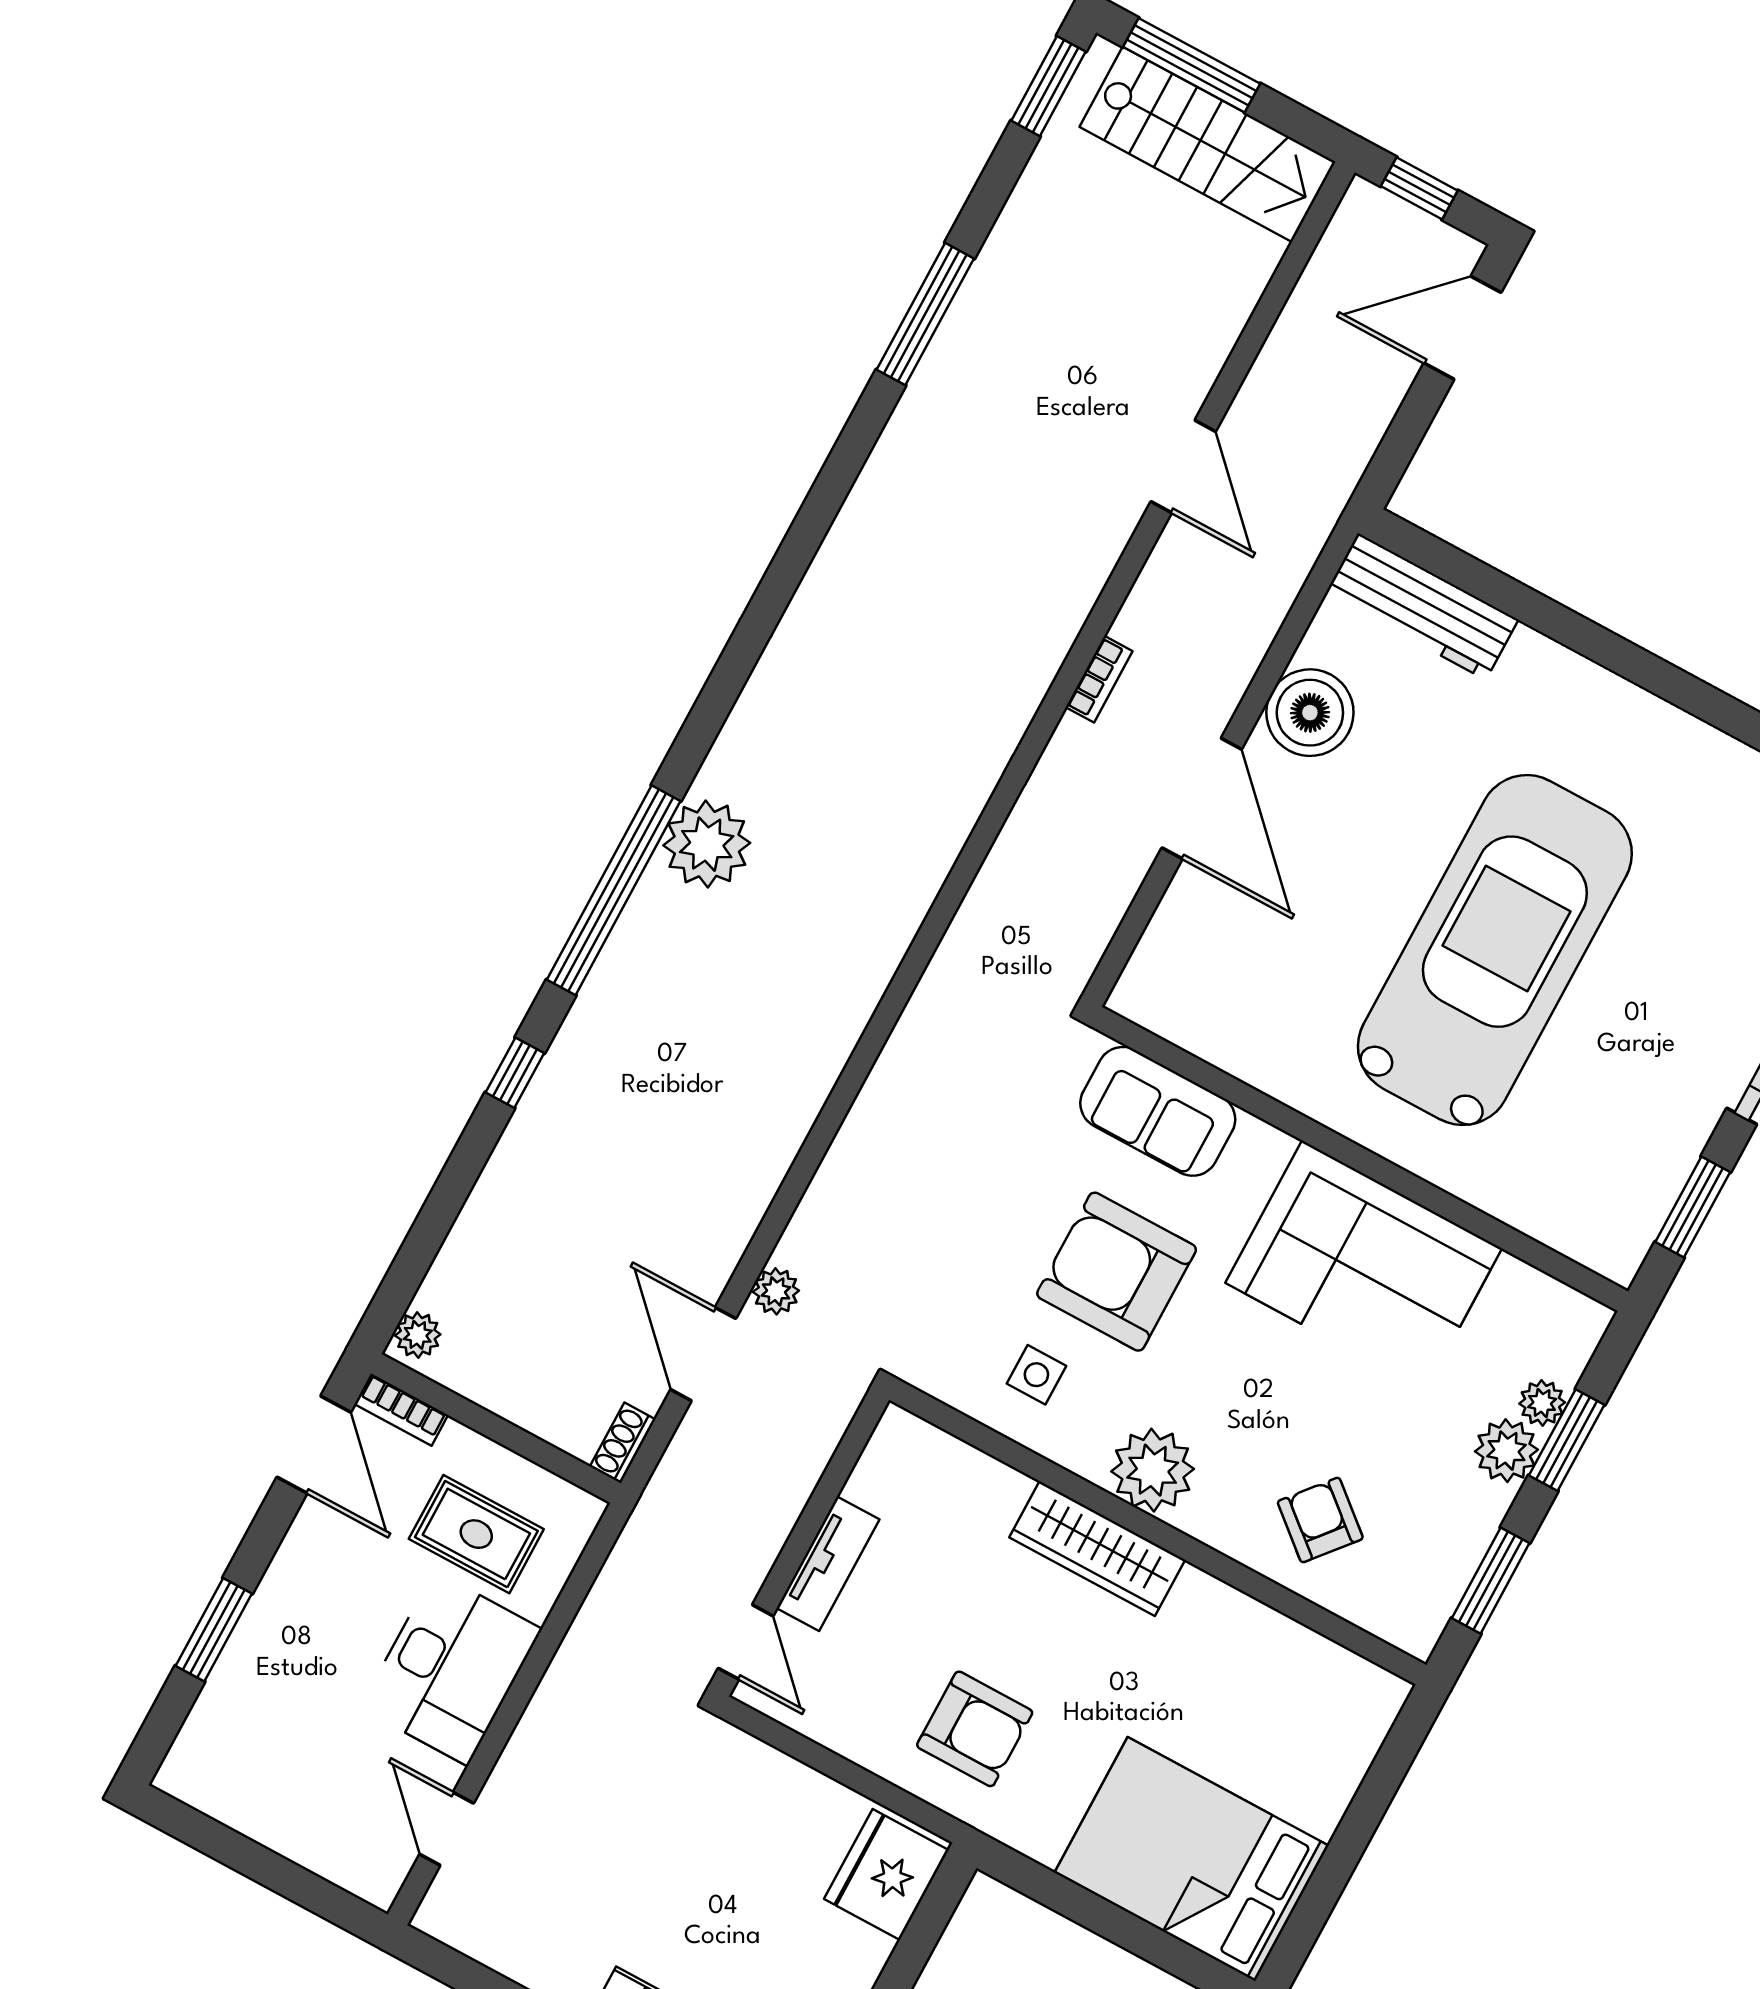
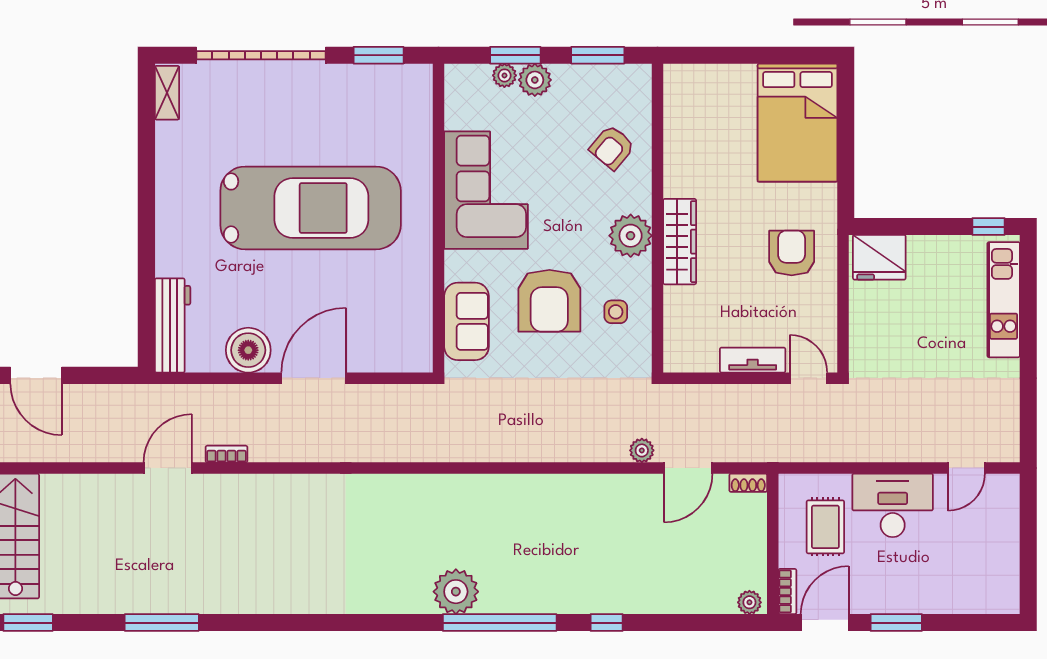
bookcase: (1099, 679) -> (226, 454), moved
car: (1495, 950) -> (311, 208), turned 180
window: (214, 1630) -> (896, 623), moved
door: (746, 1642) -> (808, 378), hinge flipped

